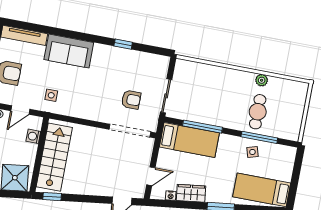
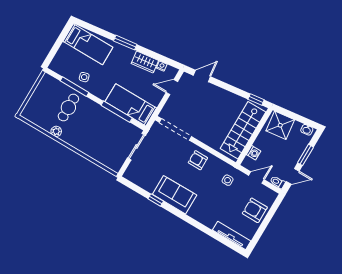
sofa: (69, 51) -> (175, 195), moved
armchair: (131, 100) -> (198, 160), moved

